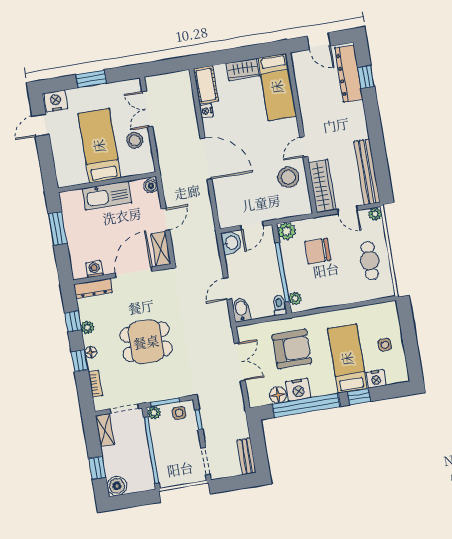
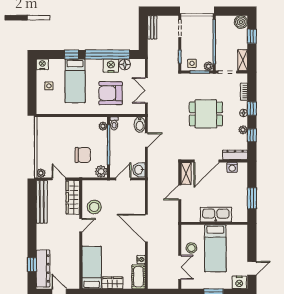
boiler: (151, 186) -> (186, 216), removed
cafe table: (370, 261) -> (50, 143), removed
nightstand: (376, 379) -> (42, 64), moved

